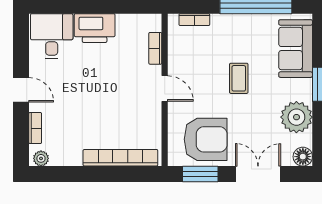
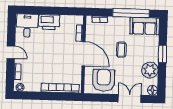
sofa: (296, 49) -> (145, 26), moved, turned -90
door: (165, 89) -> (84, 54), width x1.88
armchair: (206, 139) -> (104, 80), turned -90
window: (200, 174) -> (100, 98), removed

